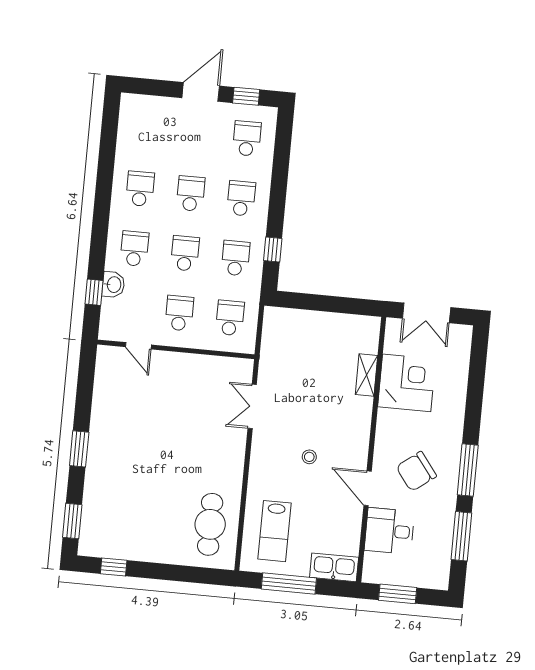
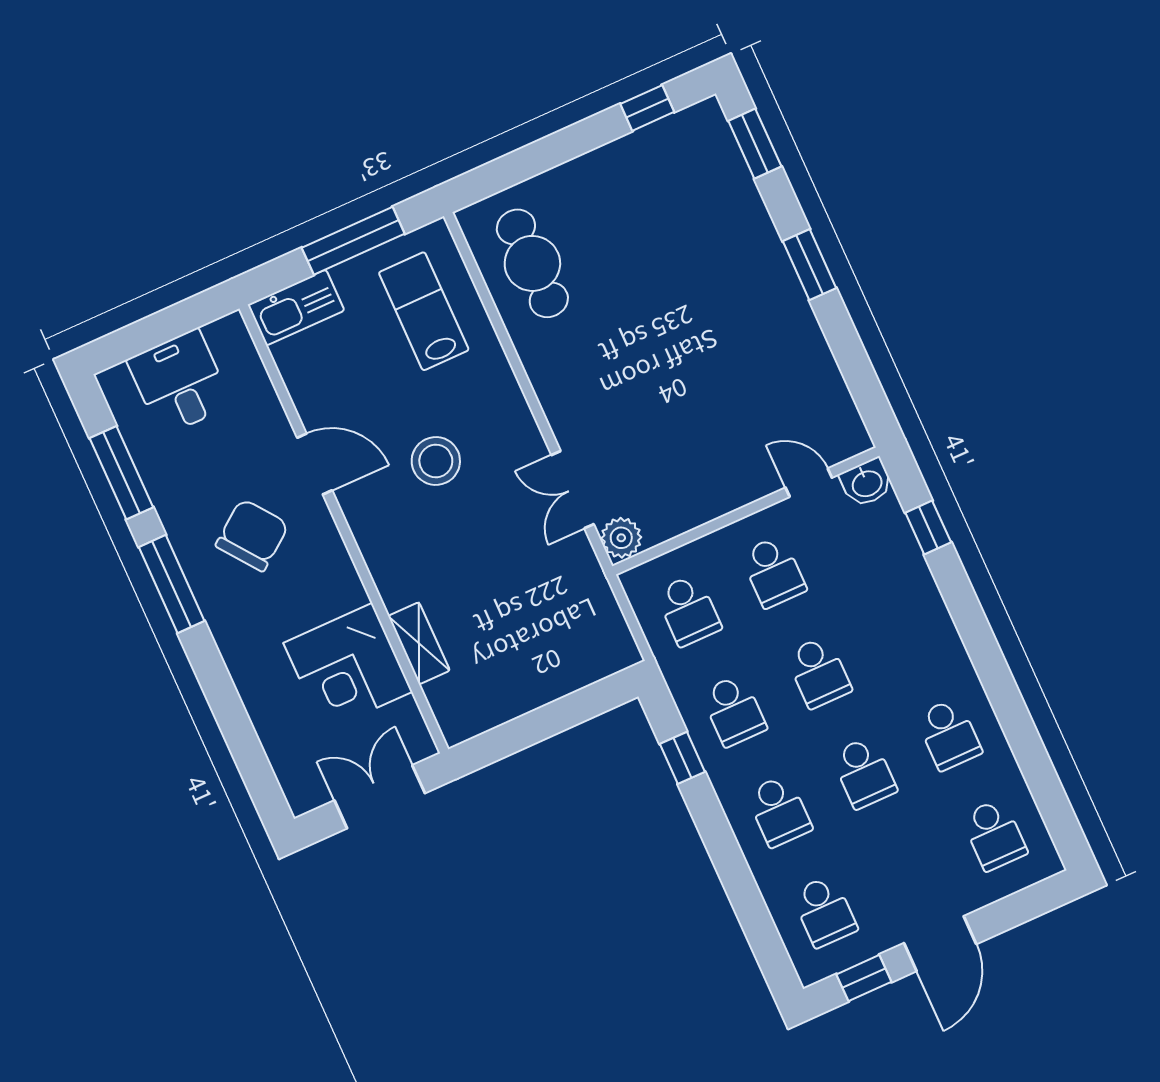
school desk: (134, 249) -> (994, 835), moved
washbasin: (113, 285) -> (867, 483), moved, turned -90
plant: (242, 370) -> (621, 538), added
double door: (252, 406) -> (573, 490), swing flipped
stool: (309, 457) -> (436, 461), width x1.89, depth x1.89
desk: (389, 531) -> (179, 382), moved, turned -90
window: (398, 594) -> (171, 323), removed

